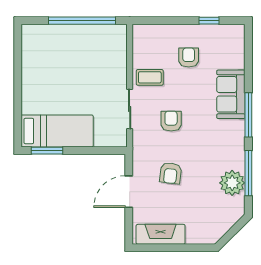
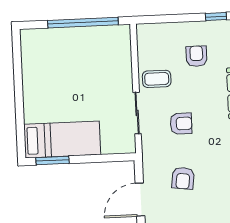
armchair: (171, 121) -> (181, 124), turned 90

